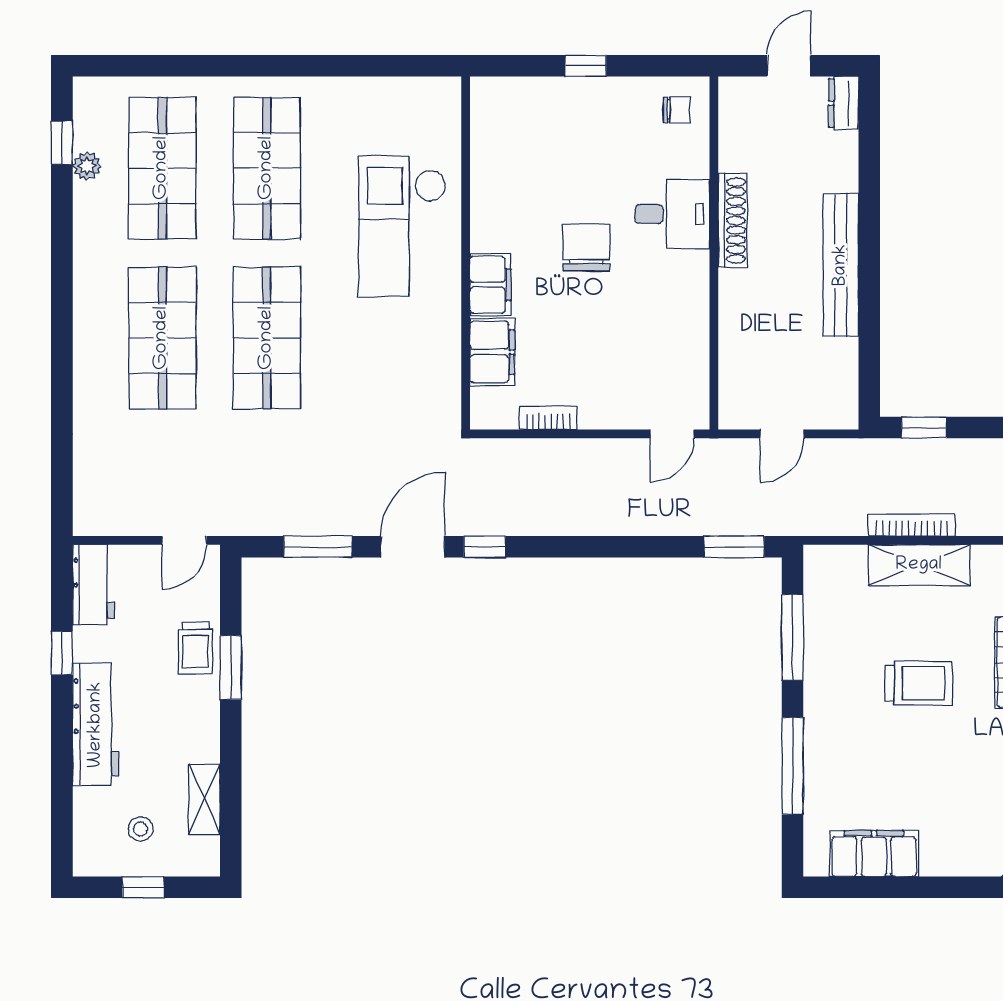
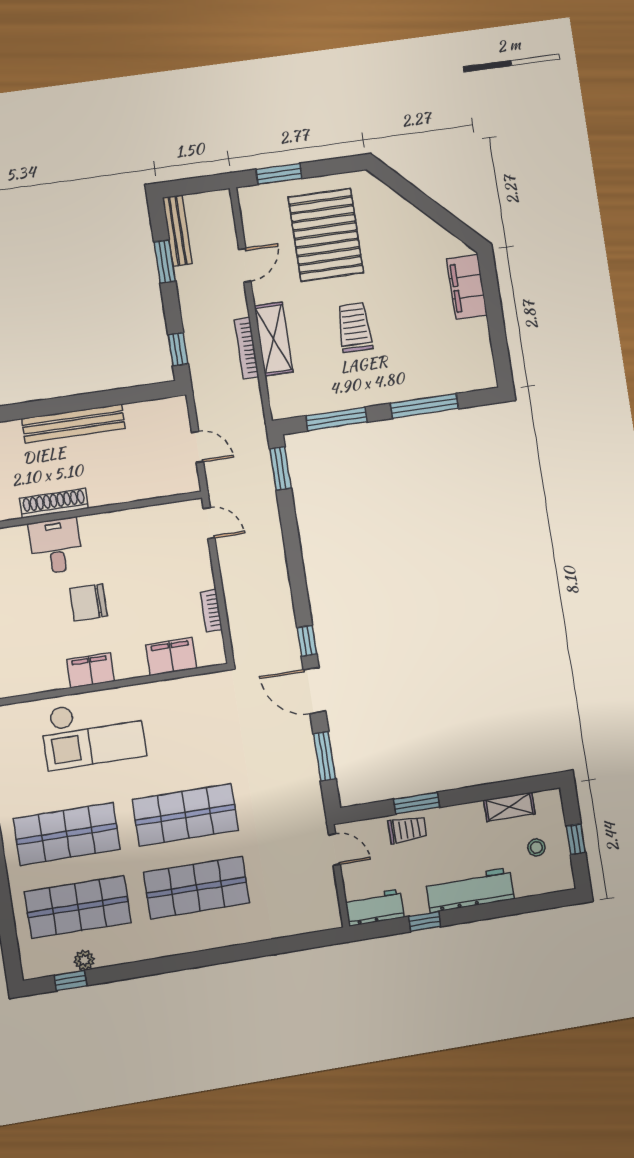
filing cabinet: (490, 285) -> (91, 670), moved
filing cabinet: (874, 854) -> (467, 287), moved

